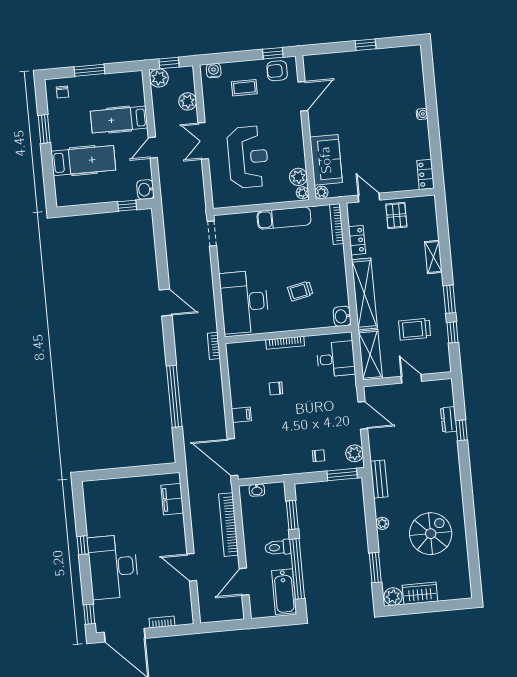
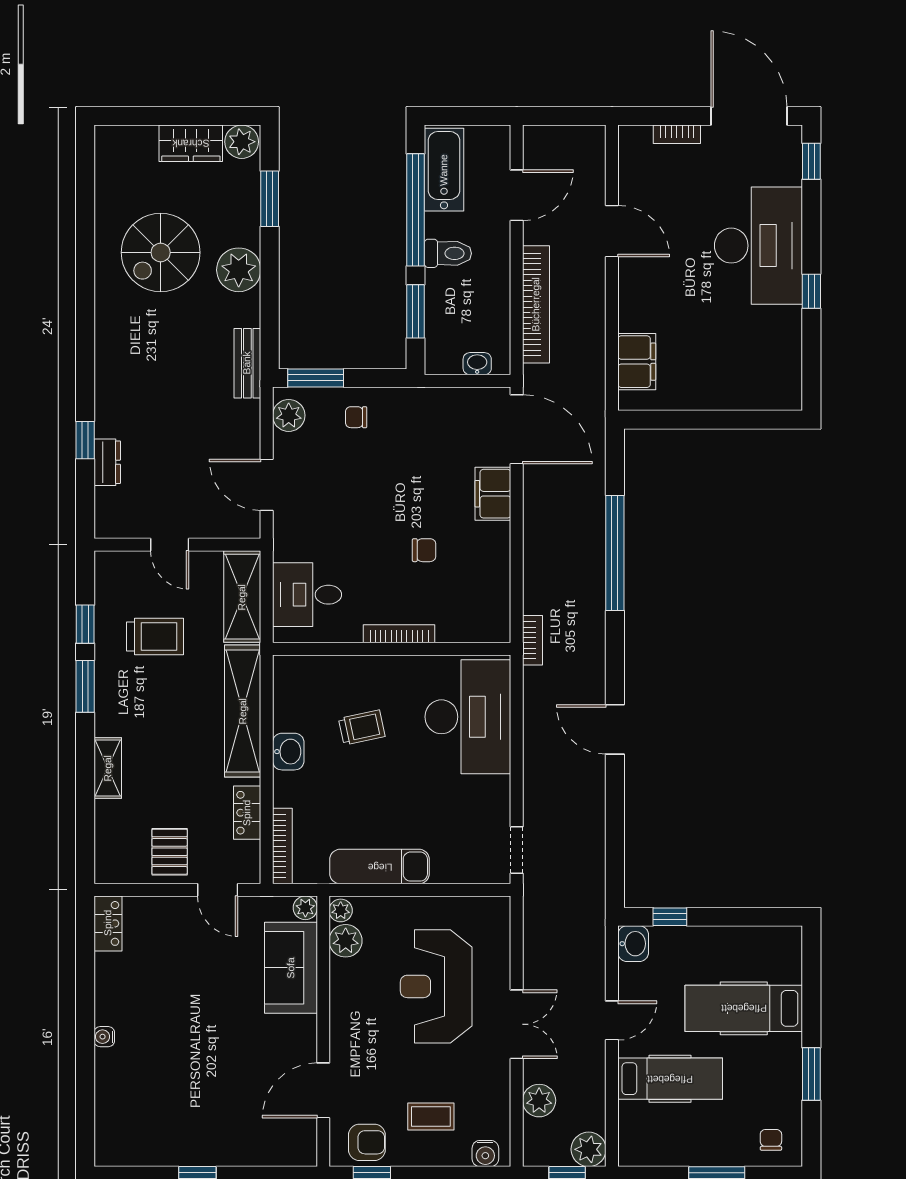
washbasin: (342, 316) -> (288, 752), moved
filing cabinet: (241, 415) -> (493, 494), width x2.00
plant: (382, 523) -> (239, 270), width x1.88, depth x1.88

